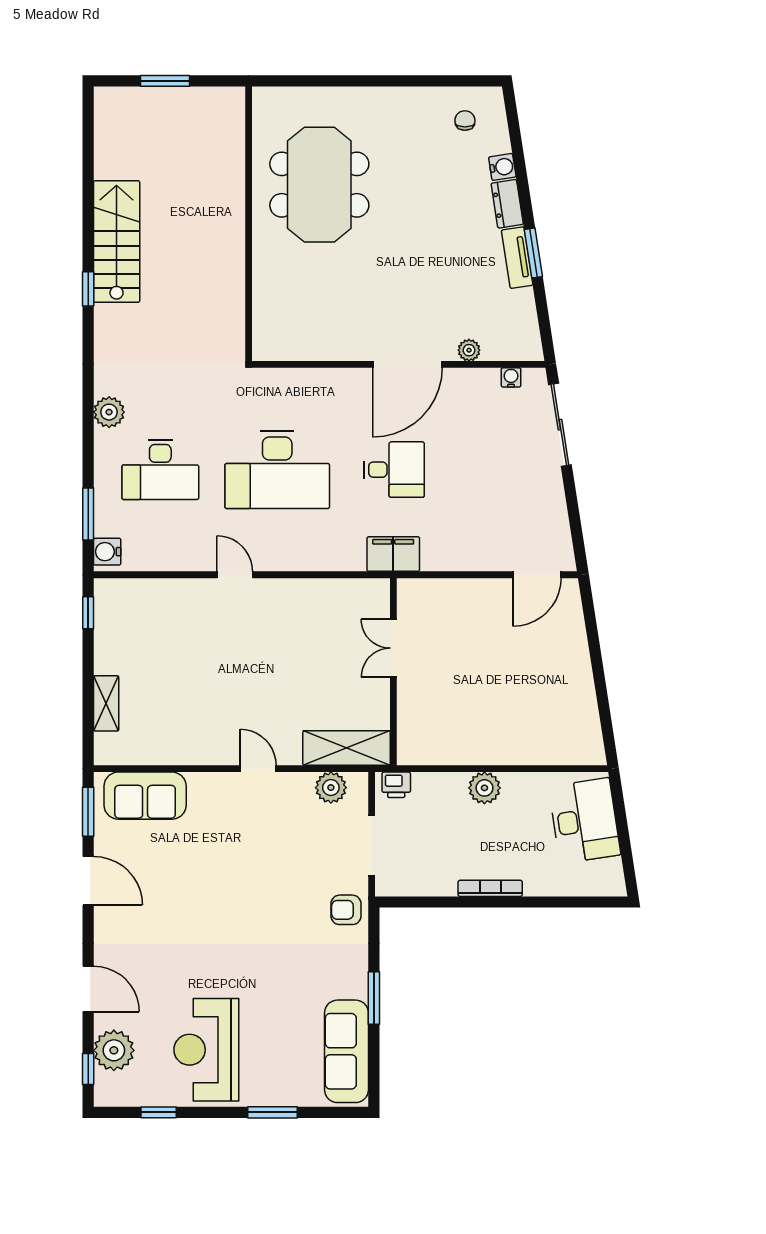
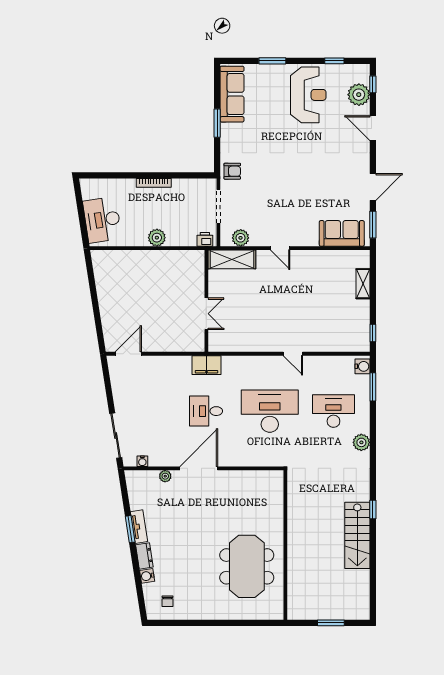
door: (88, 881) -> (373, 187), swing flipped

